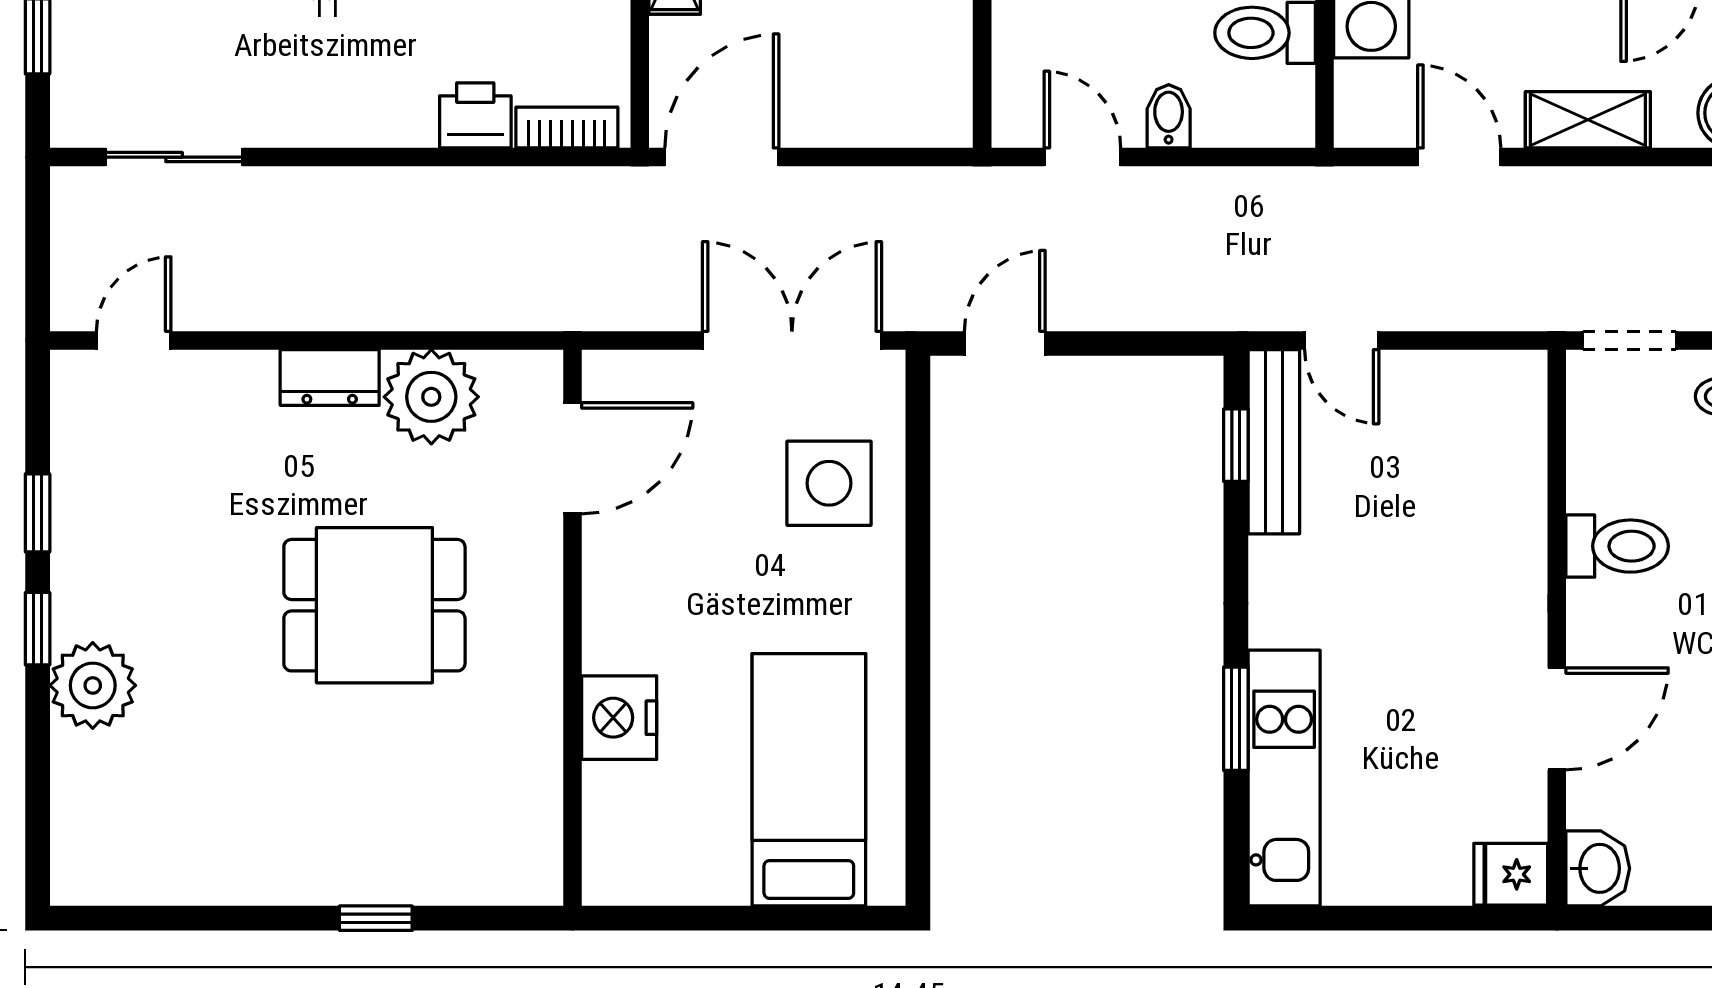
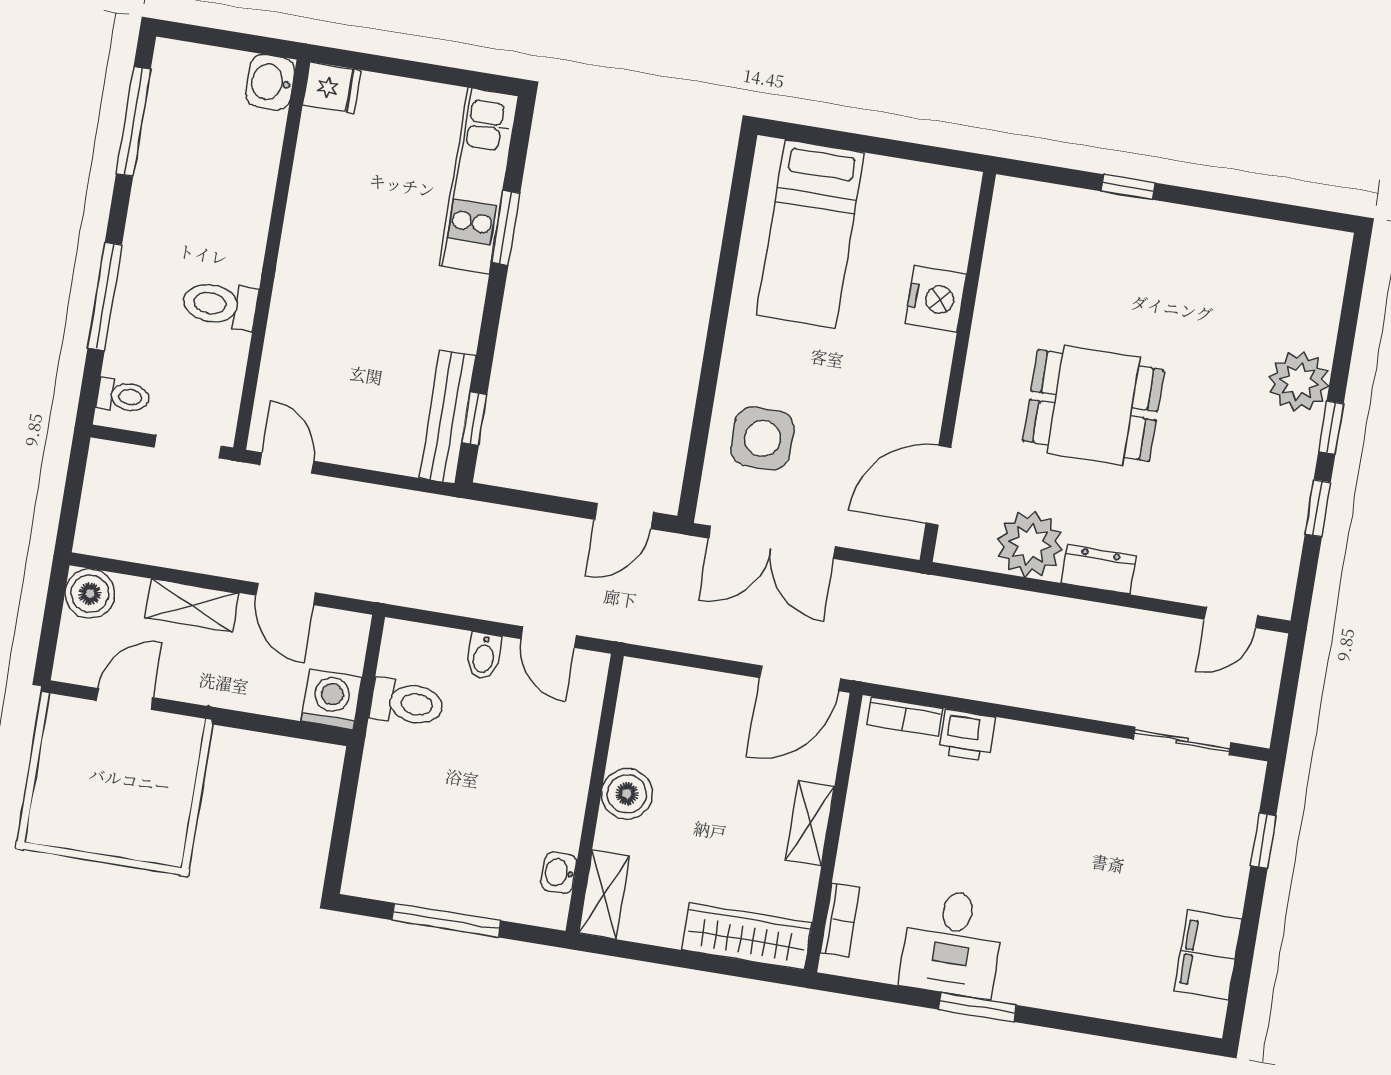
door: (1342, 340) -> (287, 463), moved
door: (1557, 719) -> (282, 191), removed

